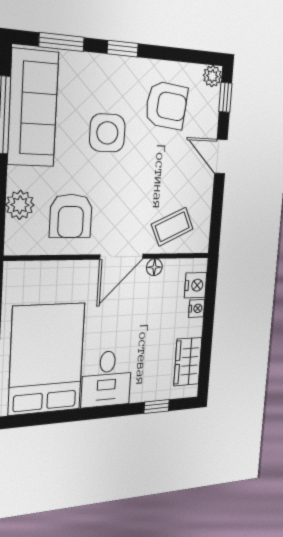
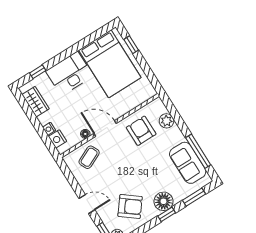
floor lamp: (113, 74) -> (163, 201), added
armchair: (166, 105) -> (130, 206), turned -148
sofa: (33, 108) -> (188, 163), width x0.73
side table: (107, 133) -> (149, 176), removed
door: (122, 257) -> (105, 129), hinge flipped
desk: (107, 379) -> (69, 73), width x1.37

